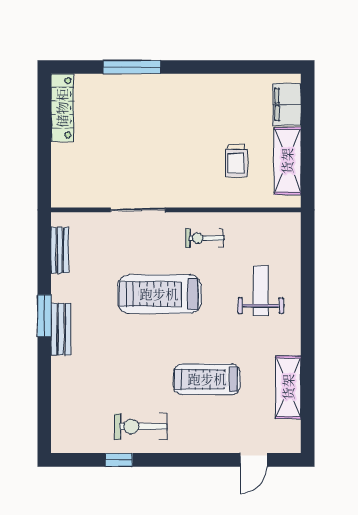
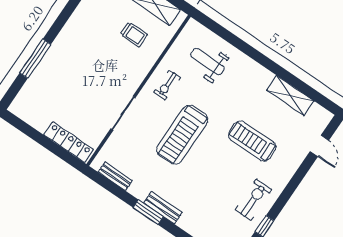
locker: (62, 108) -> (69, 142), moved
weight bench: (261, 291) -> (208, 62), moved
treadmill: (207, 379) -> (252, 141), turned 90
exercise bike: (141, 427) -> (254, 200), turned 180

